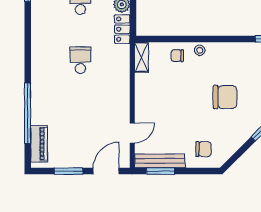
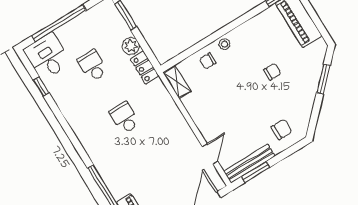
chair: (225, 97) -> (272, 72), width x0.54, depth x0.54

